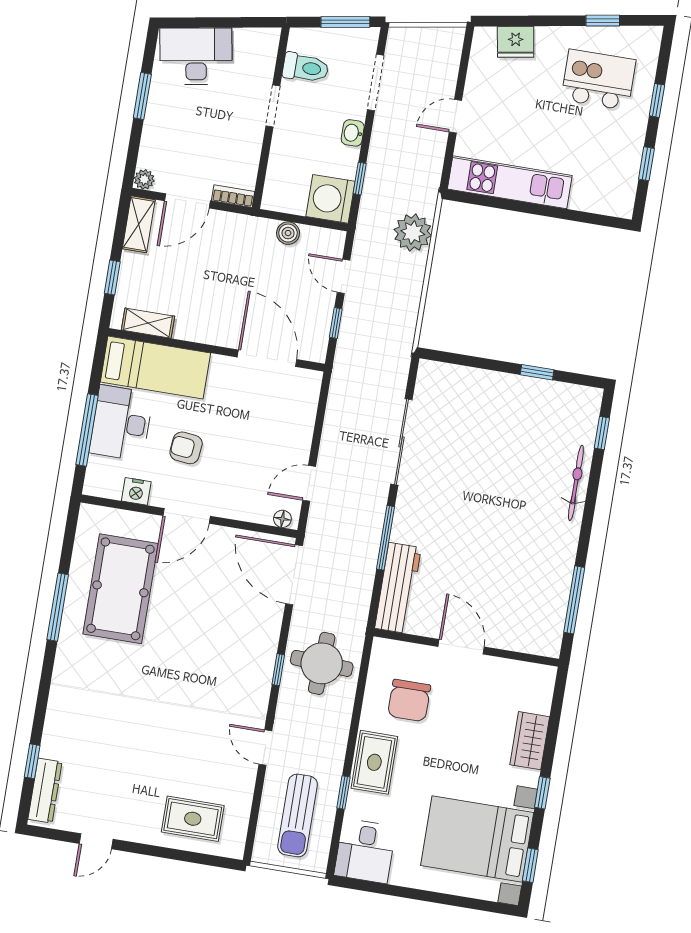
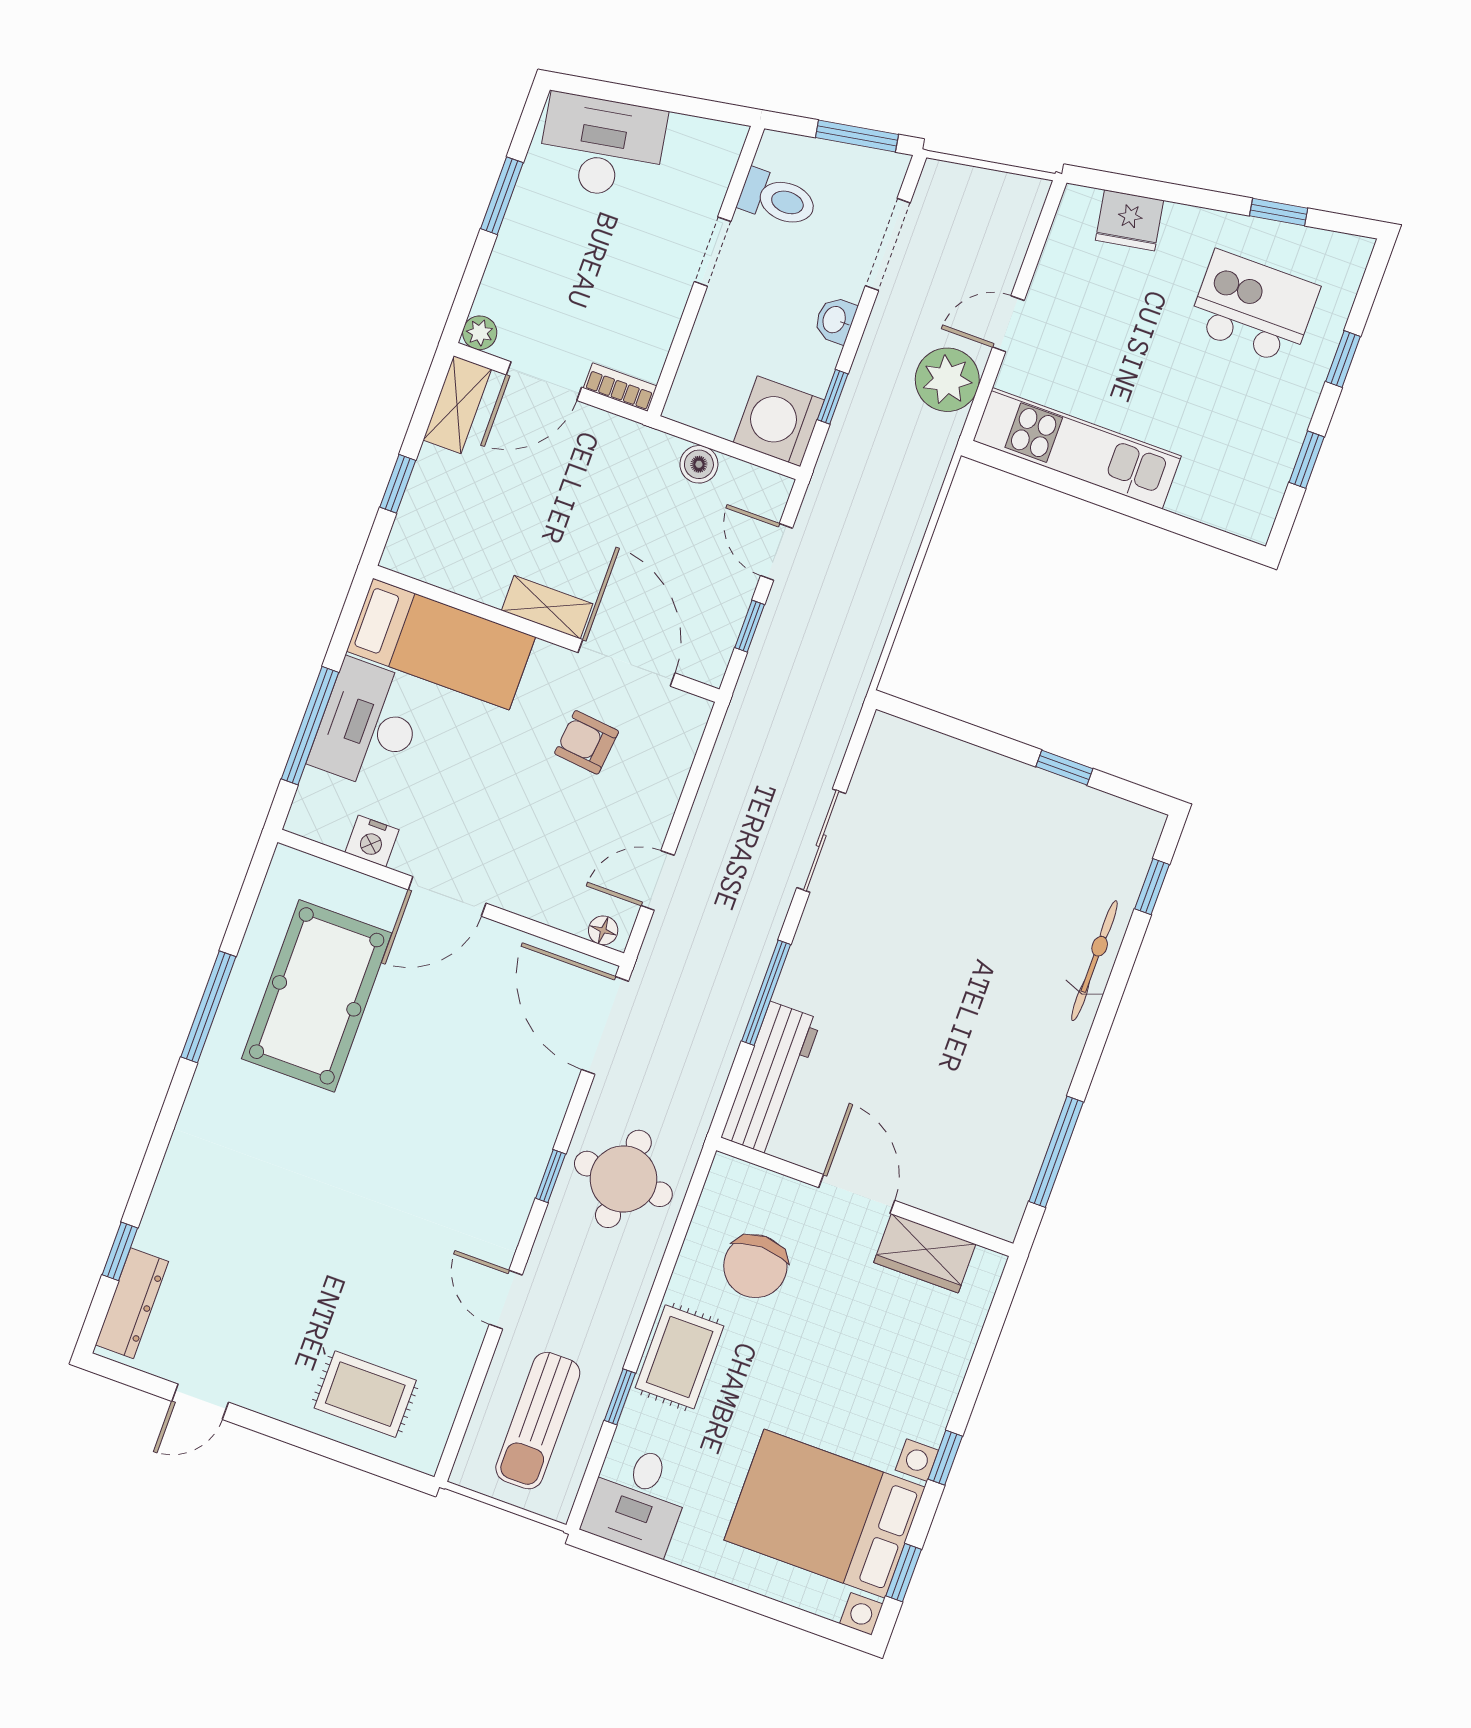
plant: (413, 233) -> (947, 380), moved
shelving: (148, 323) -> (547, 607), moved
sliding door: (401, 442) -> (821, 841), width x0.73
armchair: (186, 448) -> (587, 742), moved
wardrobe: (530, 741) -> (925, 1253), moved, turned -90

